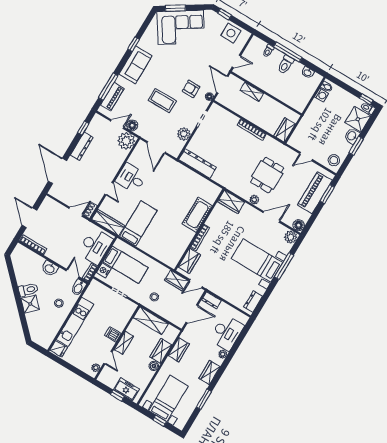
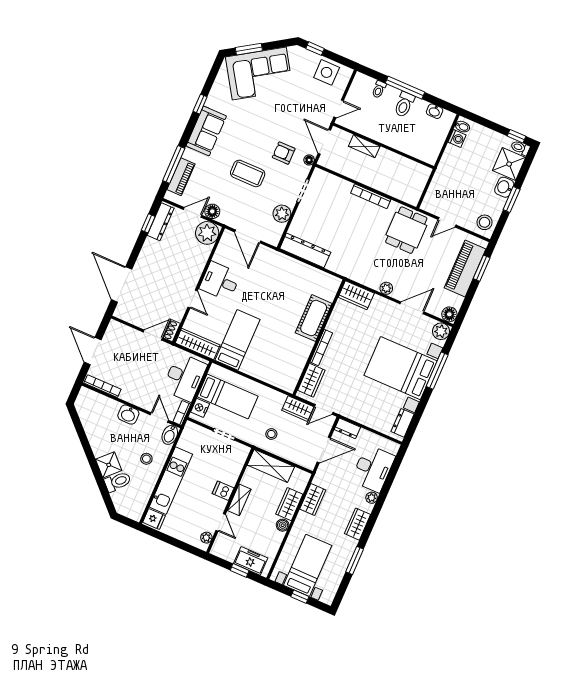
wardrobe: (285, 130) -> (414, 191), removed
dresser: (82, 146) -> (161, 222), moved
dining table: (267, 175) -> (406, 230), moved
bed with nightstands: (257, 261) -> (401, 368), width x1.36
toilet: (28, 290) -> (118, 482), moved

